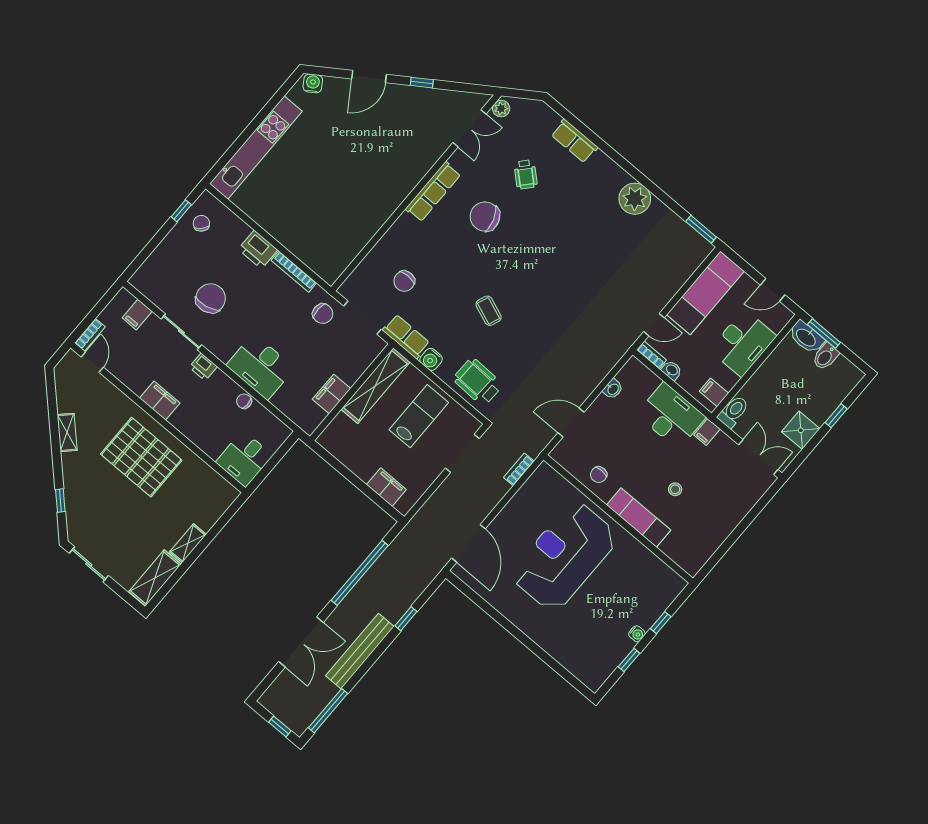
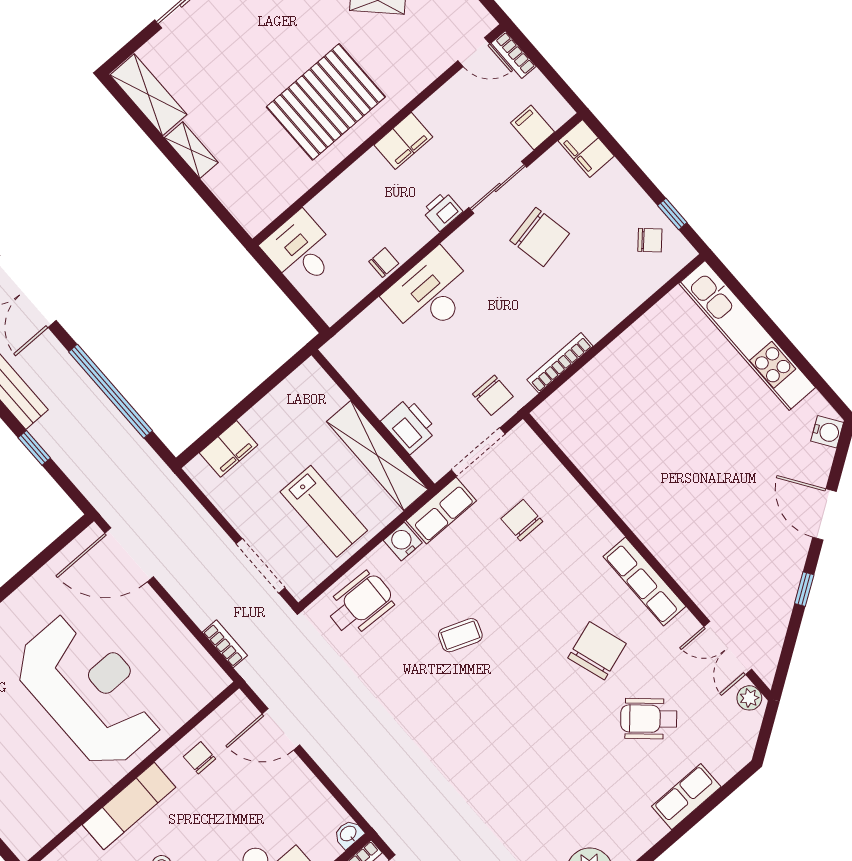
wheelchair: (526, 174) -> (649, 719), width x1.36, depth x1.37
printer: (258, 250) -> (409, 426), moved, turned 90
chair: (323, 314) -> (493, 395), turned -91
washbasin: (613, 389) -> (349, 834), moved, turned 90
filing cabinet: (332, 394) -> (586, 148), moved, turned 180
door: (571, 423) -> (281, 729), swing flipped

